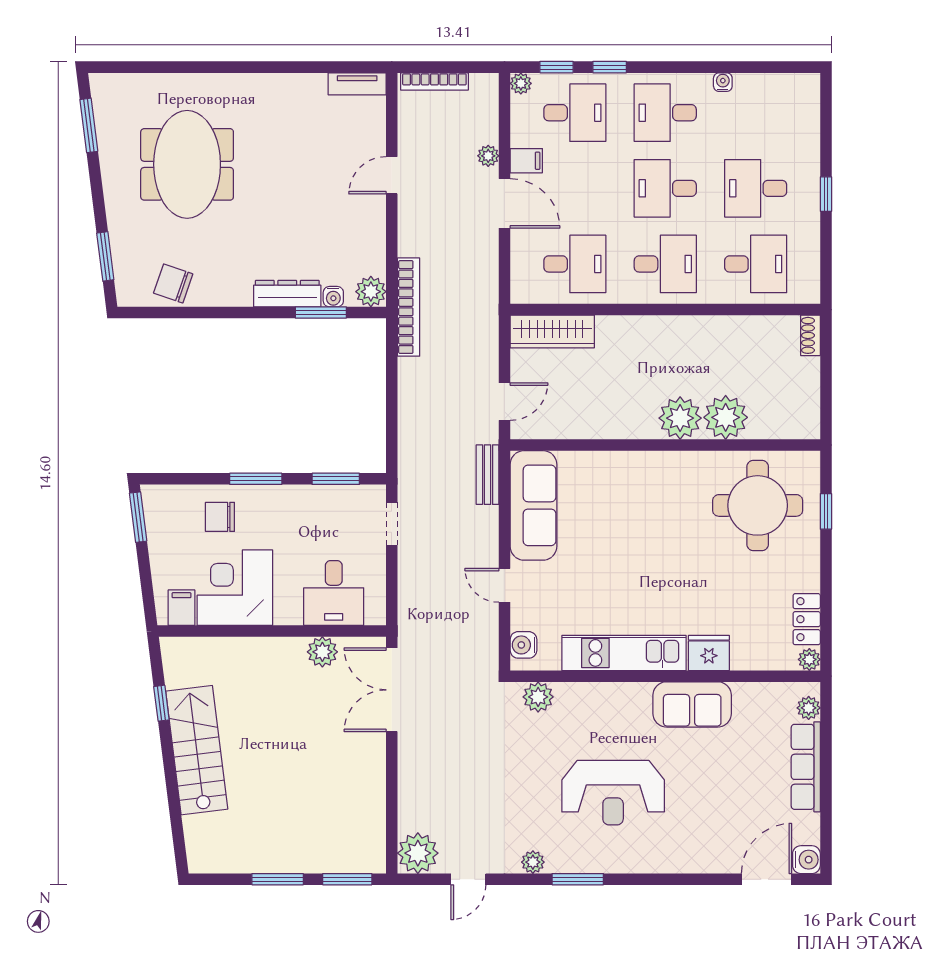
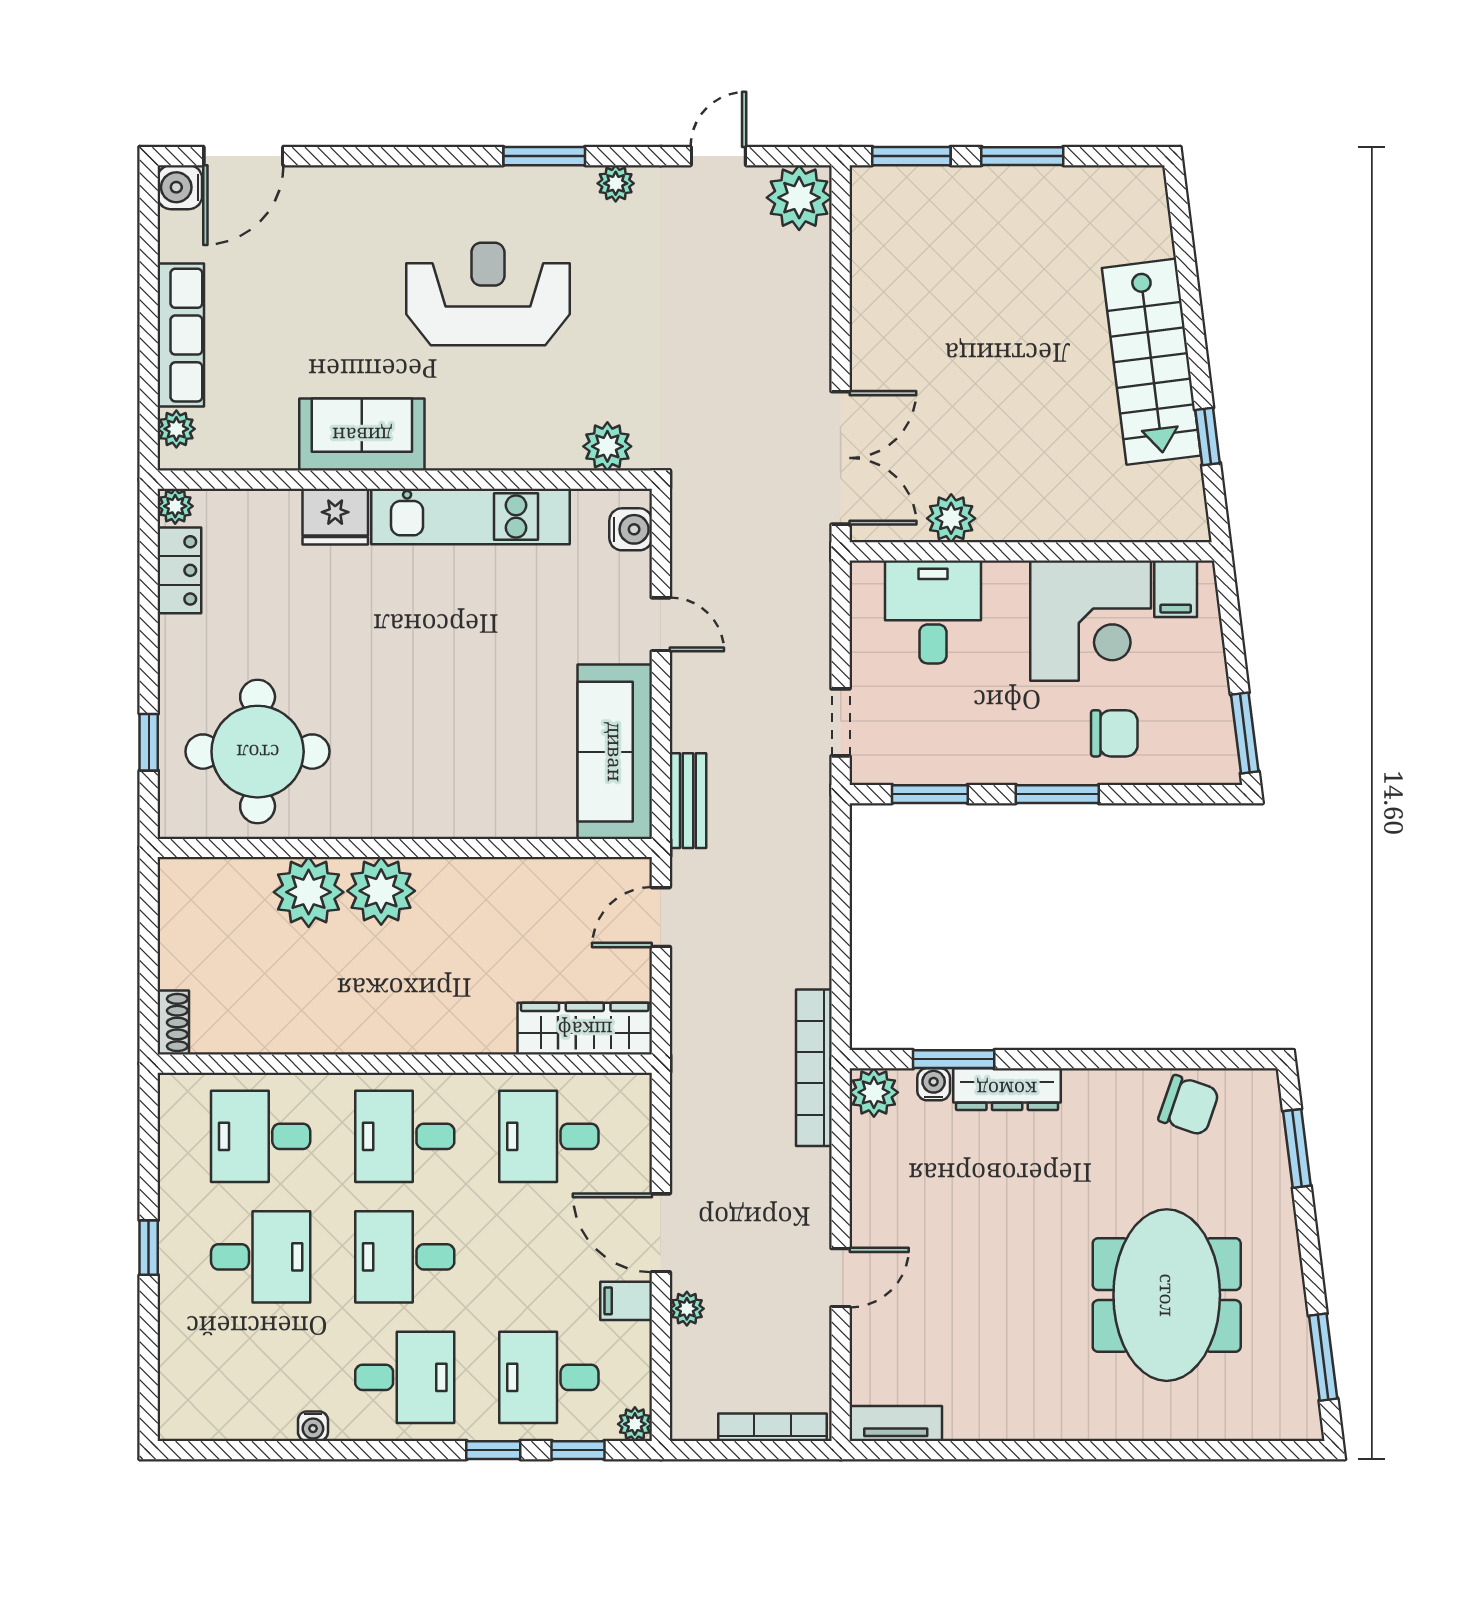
desk: (665, 188) -> (405, 1257), turned 180

